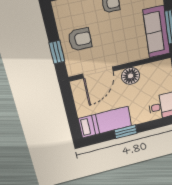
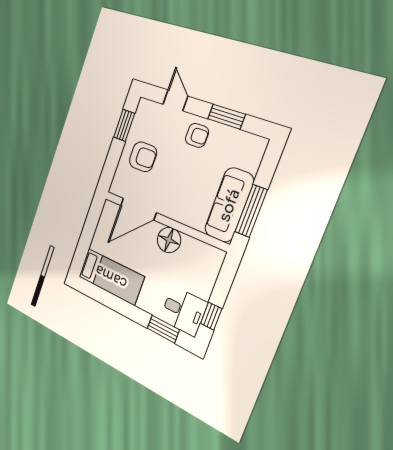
window: (57, 52) -> (124, 125), moved
window: (126, 132) -> (163, 329), moved

